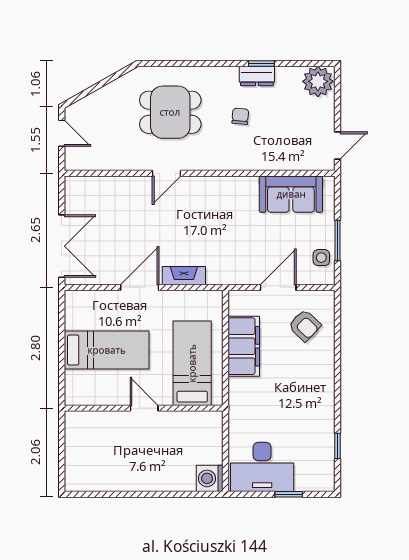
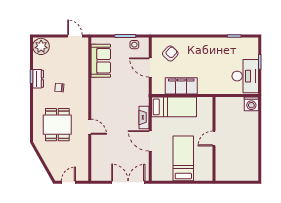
bed: (192, 363) -> (174, 107), moved, turned 180

